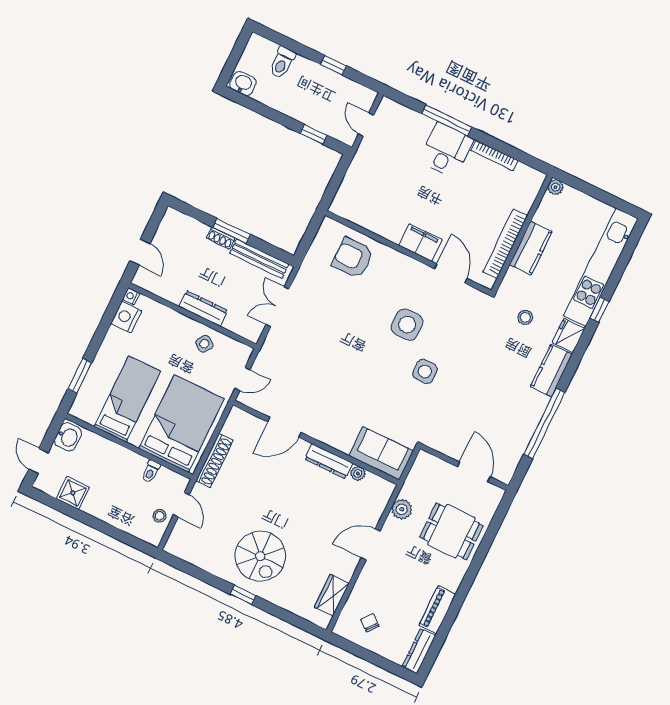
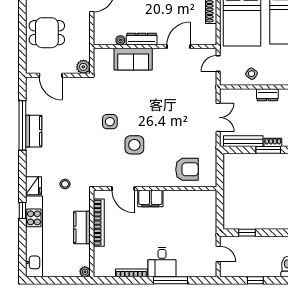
dresser: (203, 308) -> (267, 95), width x0.70
kitchen counter: (551, 370) -> (34, 131), moved
sofa: (381, 453) -> (133, 59), moved
plant: (402, 509) -> (83, 67), moved

